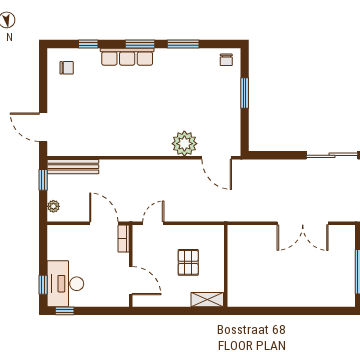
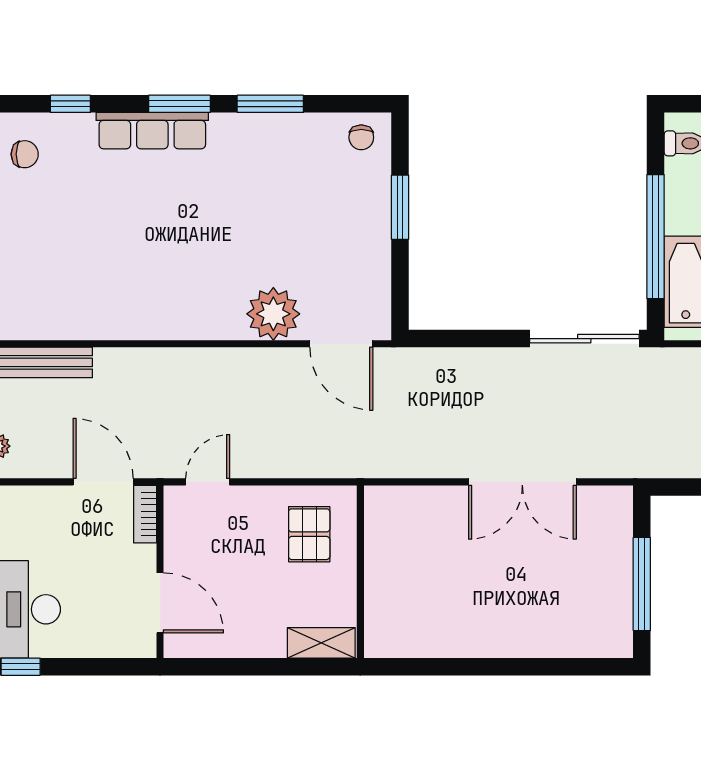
pallet: (188, 262) -> (309, 534), moved

